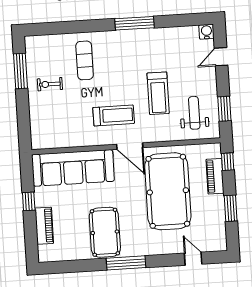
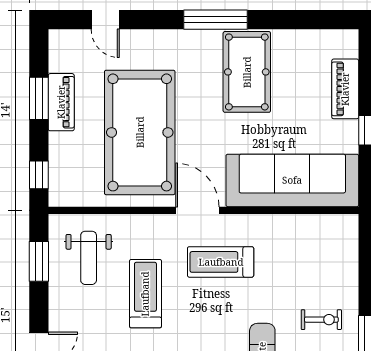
piano: (215, 176) -> (61, 102), moved

